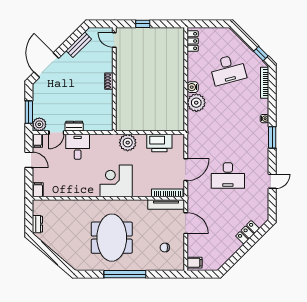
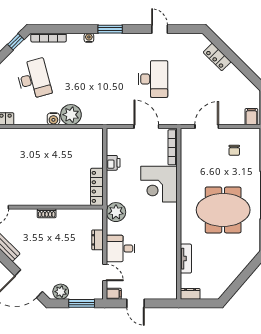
plant: (39, 124) -> (61, 292), moved
dresser: (74, 126) -> (97, 240), moved
locker: (132, 126) -> (97, 187), added
plant: (128, 143) -> (116, 212), moved
printer: (159, 143) -> (113, 163), width x0.53, depth x0.68
door: (29, 160) -> (135, 303), swing flipped
corner desk: (116, 181) -> (159, 184), moved
filing cabinet: (38, 190) -> (169, 293), removed
tv unit: (166, 205) -> (186, 259), moved, width x0.71
dresser: (37, 224) -> (190, 294), moved

